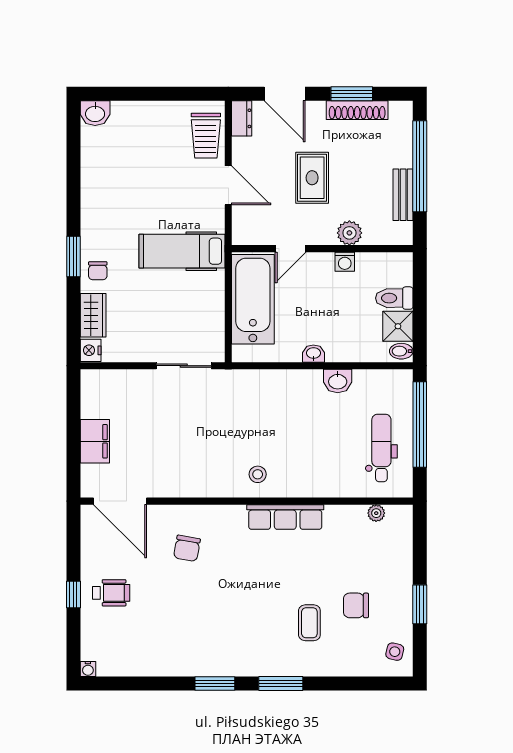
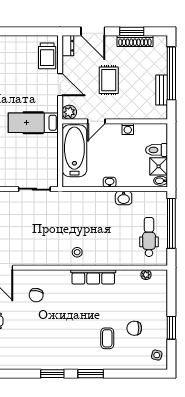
plant: (349, 233) -> (69, 112), moved

